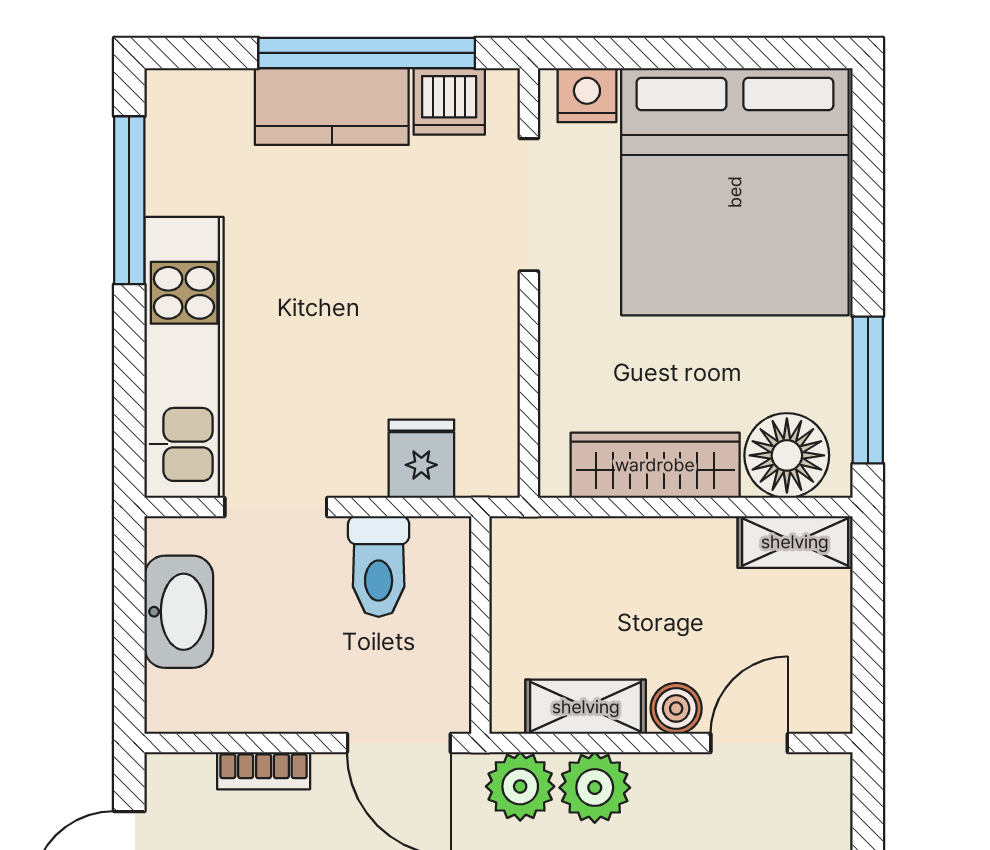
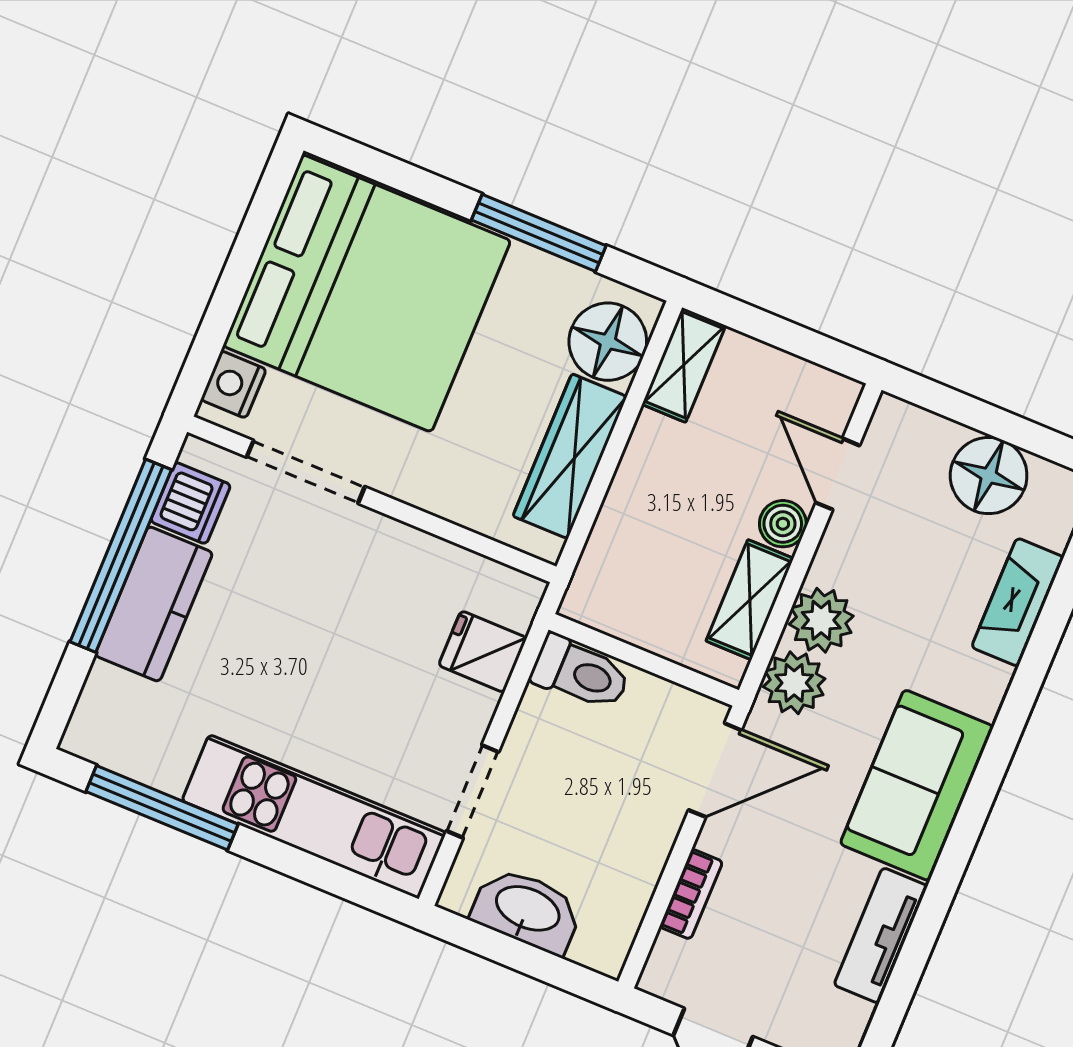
window: (868, 390) -> (539, 233), moved
toilet: (379, 566) -> (580, 673), moved

